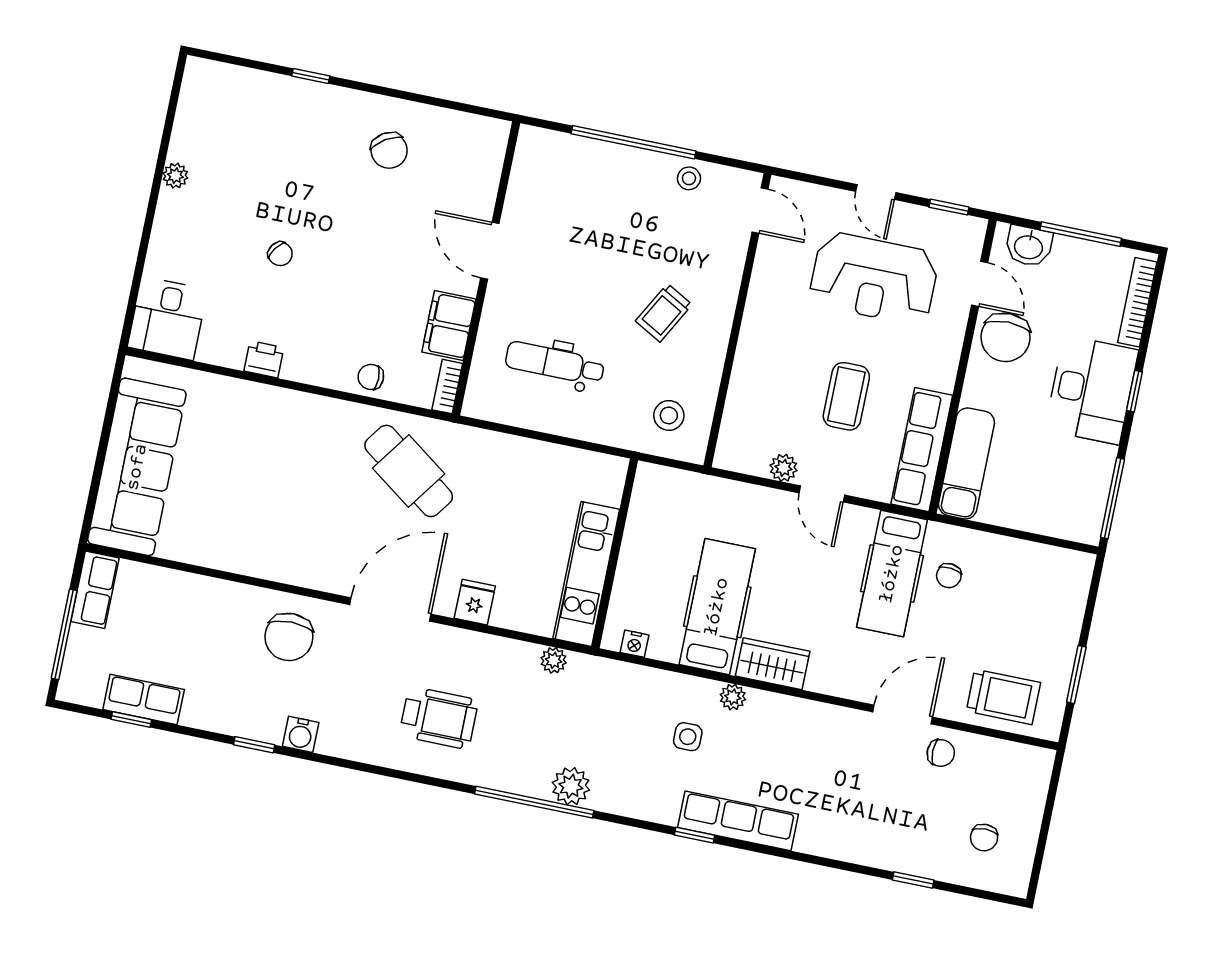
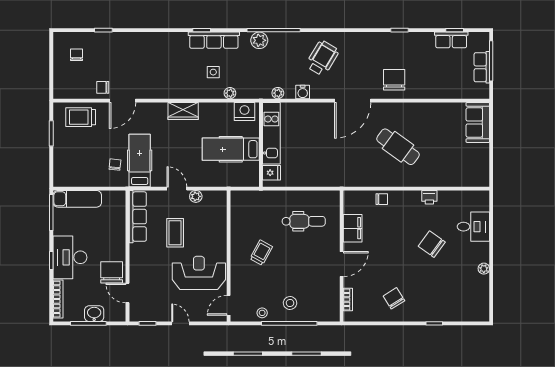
door: (760, 210) -> (229, 305), hinge flipped
washbasin: (1029, 246) -> (94, 314), moved
door: (490, 251) -> (342, 264), hinge flipped
chair: (280, 254) -> (432, 244), width x1.87, depth x1.87
reception desk: (874, 278) -> (199, 273), moved
desk: (167, 318) -> (473, 227), moved, turned 90
bookcase: (447, 387) -> (348, 300), moved
stool: (669, 415) -> (290, 303), moved
exam couch: (966, 463) -> (77, 199), moved, turned -90
sofa: (137, 467) -> (478, 122), width x0.54, depth x0.79
cafe table: (409, 471) -> (398, 147), moved
row of seats: (95, 590) -> (482, 67), moved
fridge: (475, 602) -> (272, 173), moved, turned -90
hospital bed: (717, 607) -> (231, 149), moved, turned 90
nightstand: (635, 644) -> (244, 111), width x1.89, depth x1.79
plant: (733, 697) -> (230, 93), moved
wheelchair: (439, 718) -> (322, 58), turned 121
water cooler: (301, 734) -> (303, 92), moved, turned 180
row of seats: (738, 821) -> (214, 40), moved

